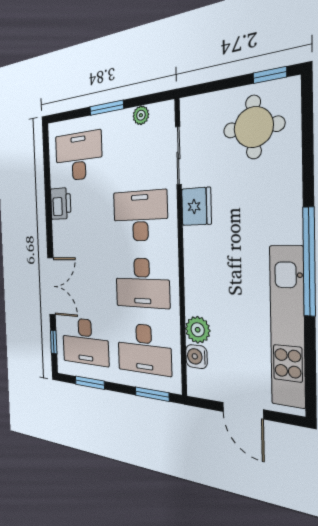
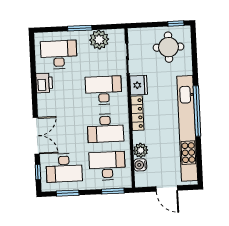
plant: (141, 115) -> (99, 40), width x1.88, depth x1.88
locker: (193, 260) -> (137, 113), added
kitchen unit: (287, 326) -> (187, 128), width x1.36
desk: (144, 349) -> (107, 166), turned 180

